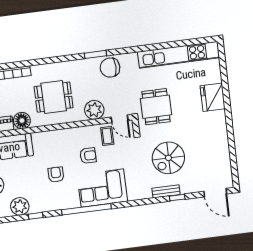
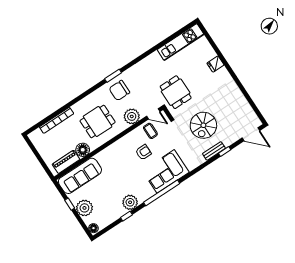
kitchen unit: (179, 55) -> (181, 42), width x0.73
chair: (110, 68) -> (119, 90), moved
fridge: (213, 97) -> (215, 64), width x0.53, depth x0.75
armchair: (56, 174) -> (127, 178), removed
plant: (20, 206) -> (130, 202), moved

